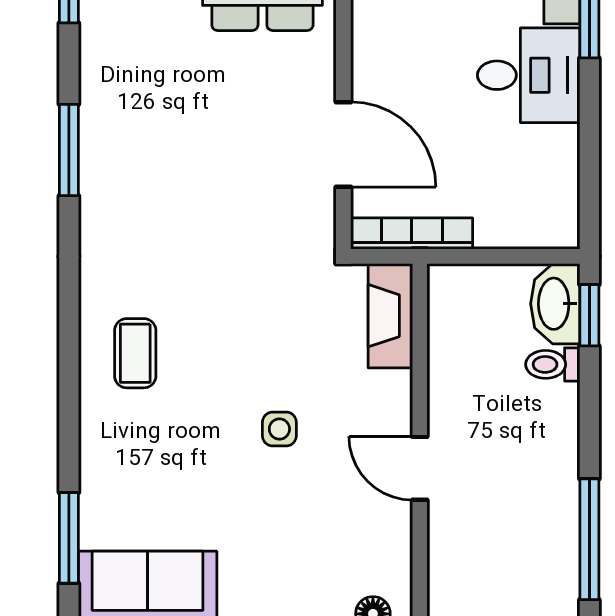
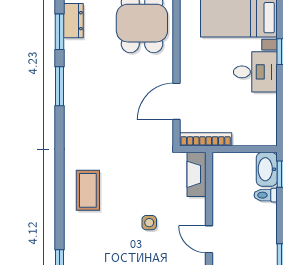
door: (343, 144) -> (176, 101), swing flipped
window: (69, 150) -> (59, 86), moved
coffee table: (135, 353) -> (88, 190), width x1.36, depth x1.30

